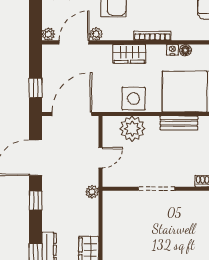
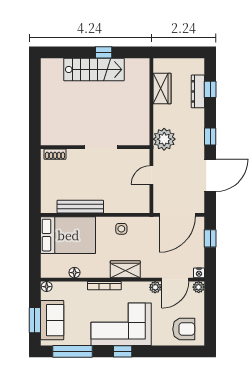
nightstand: (172, 50) -> (199, 273), moved
side table: (134, 99) -> (121, 229), width x0.54, depth x0.54
bench: (179, 123) -> (80, 207), width x1.36
plant: (132, 129) -> (123, 202), removed
plant: (92, 192) -> (164, 139), width x1.87, depth x1.87

